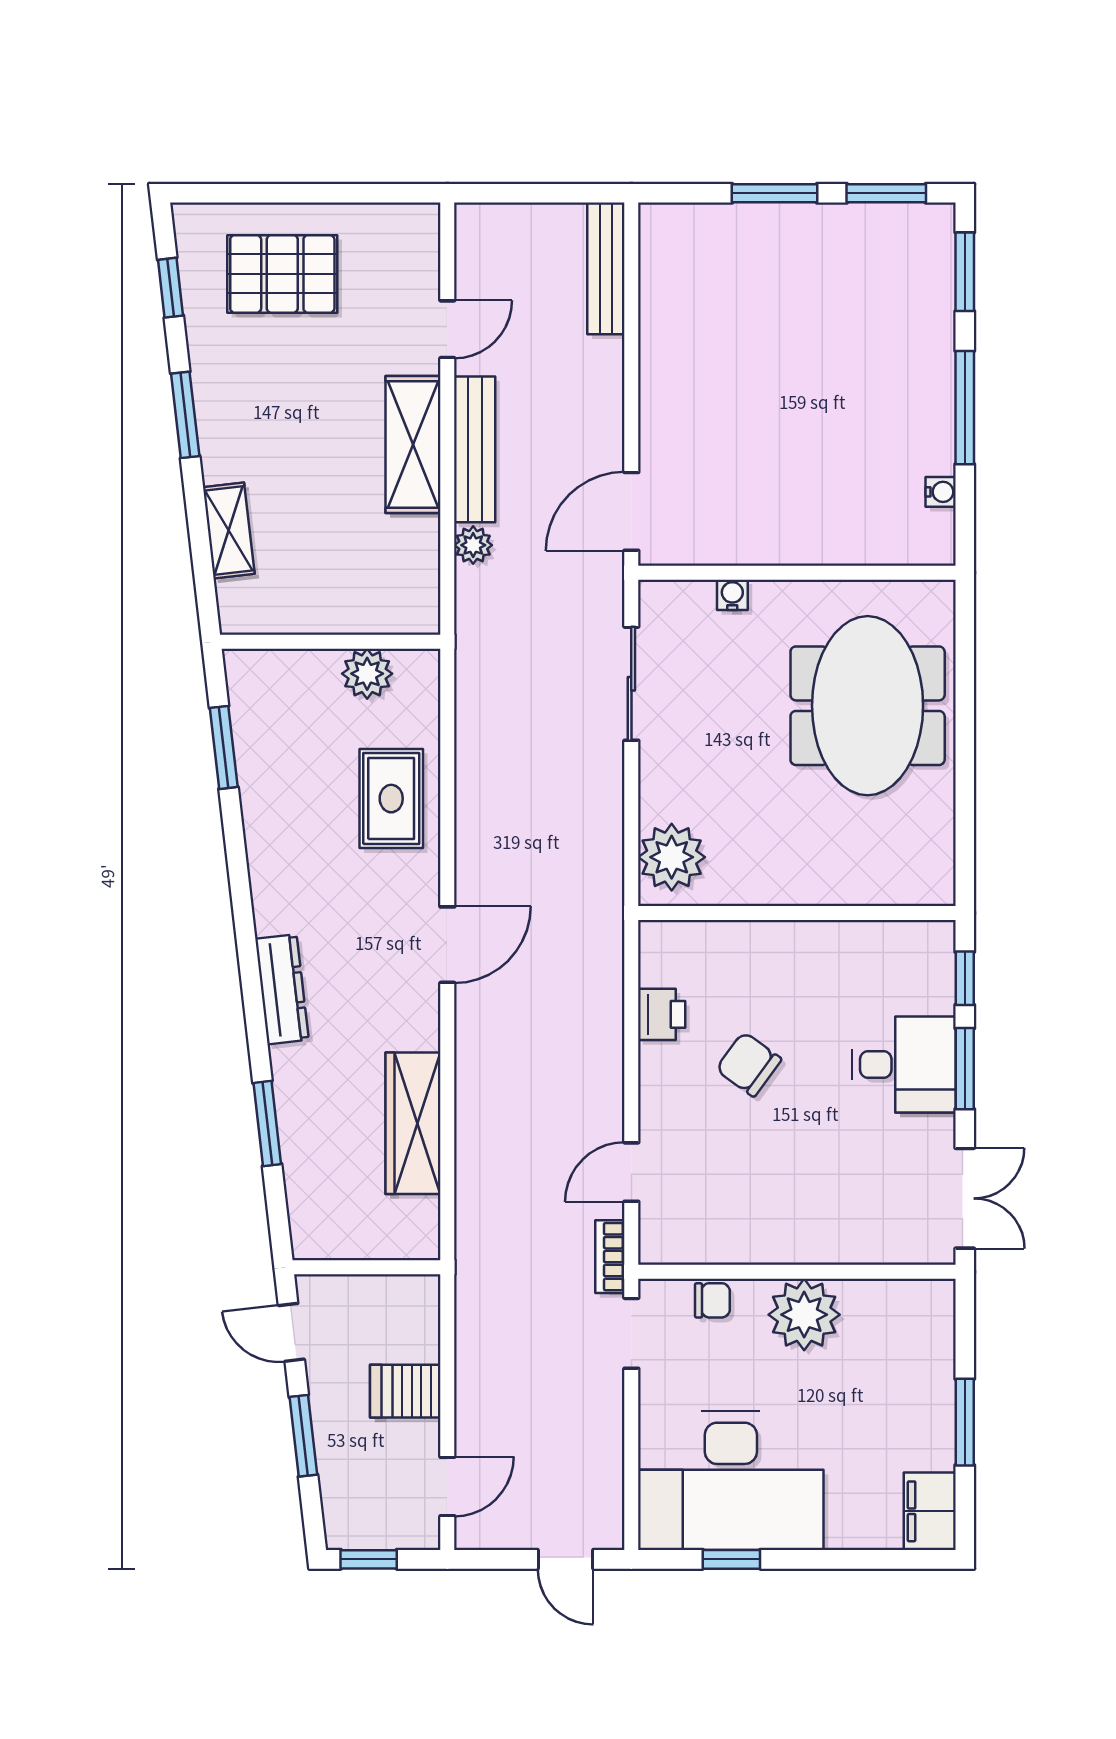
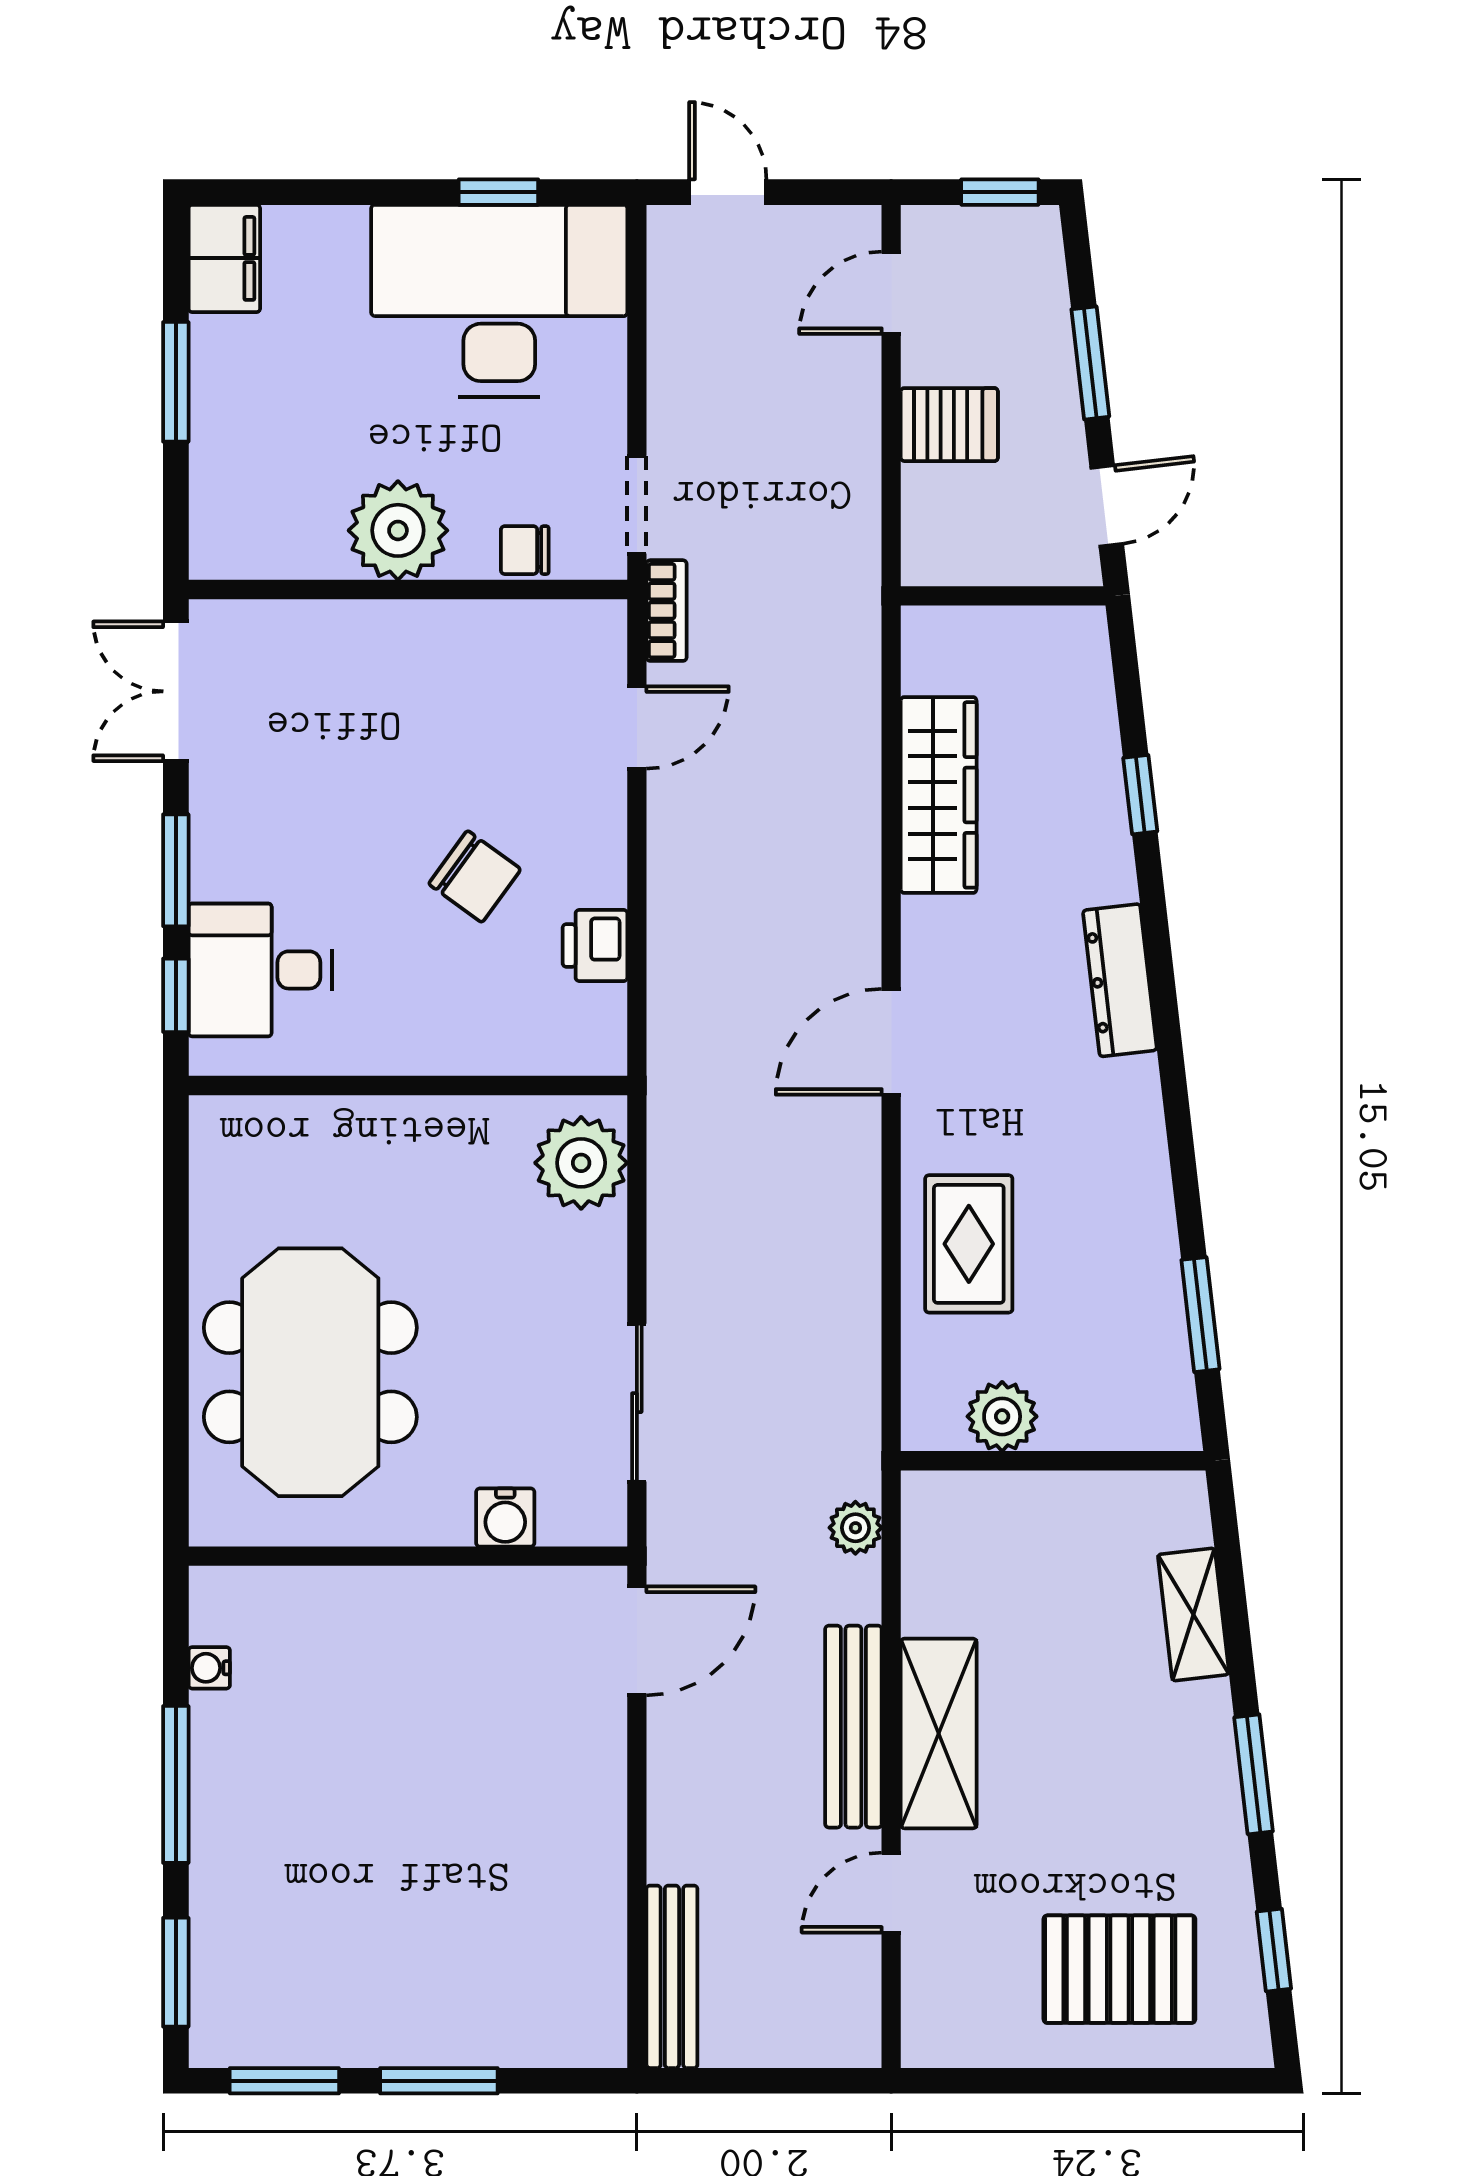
plant: (473, 545) -> (855, 1528), moved
water cooler: (732, 595) -> (505, 1517), width x1.38, depth x1.38
desk: (904, 1064) -> (260, 970), moved
window: (267, 1123) -> (1140, 795), width x0.67
door: (291, 1332) -> (1107, 506), hinge flipped

